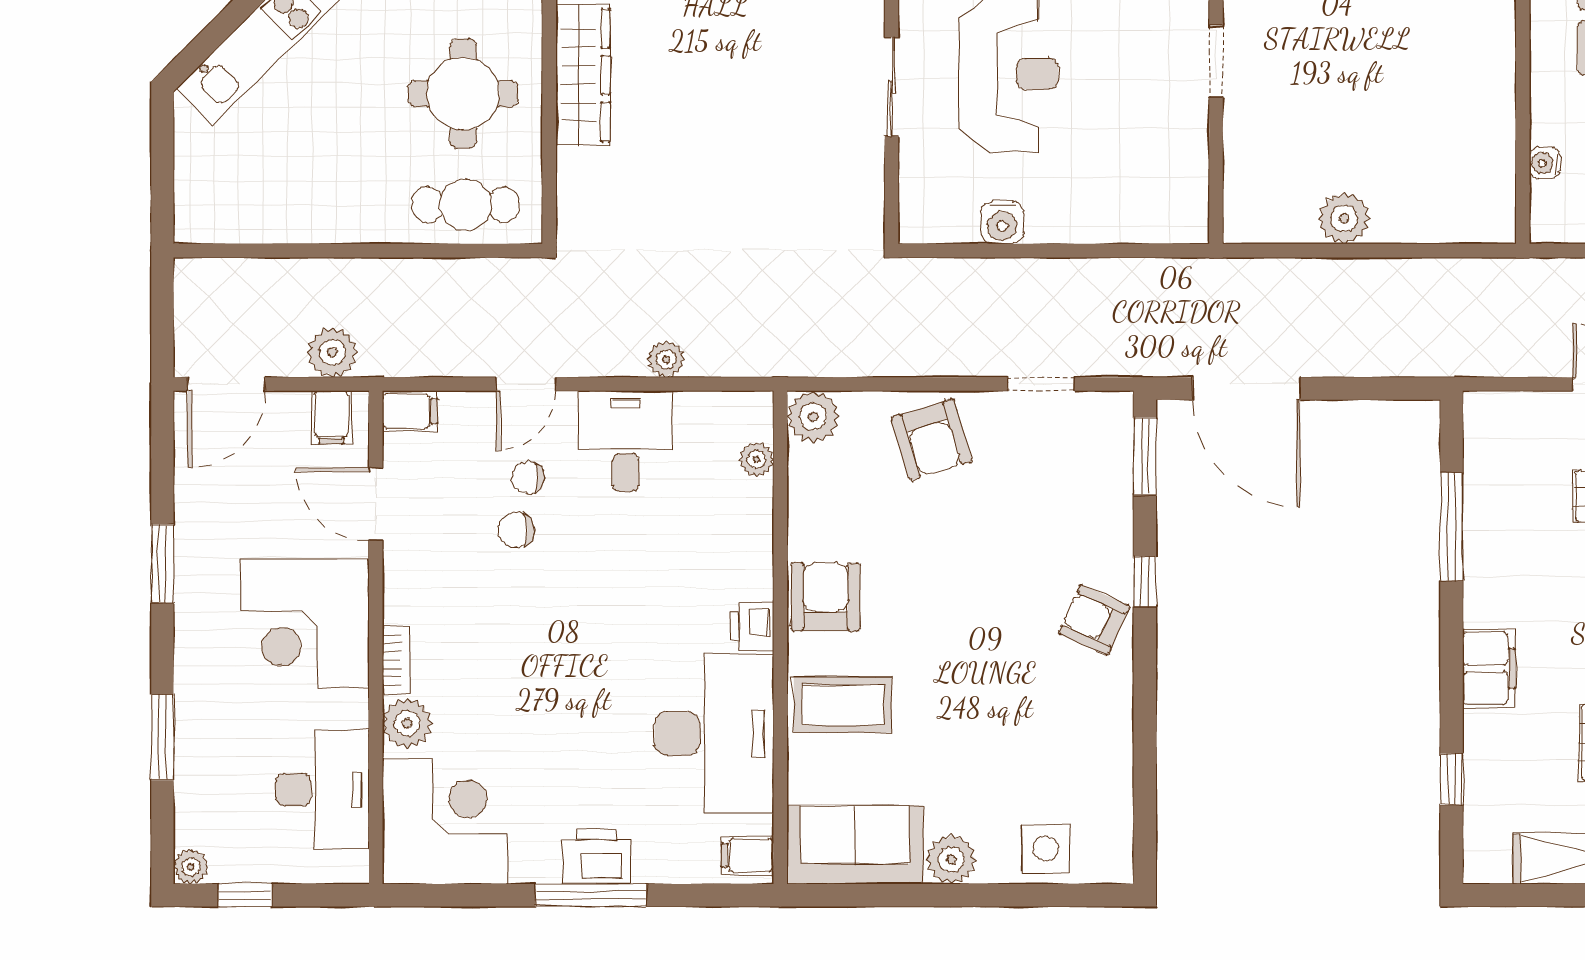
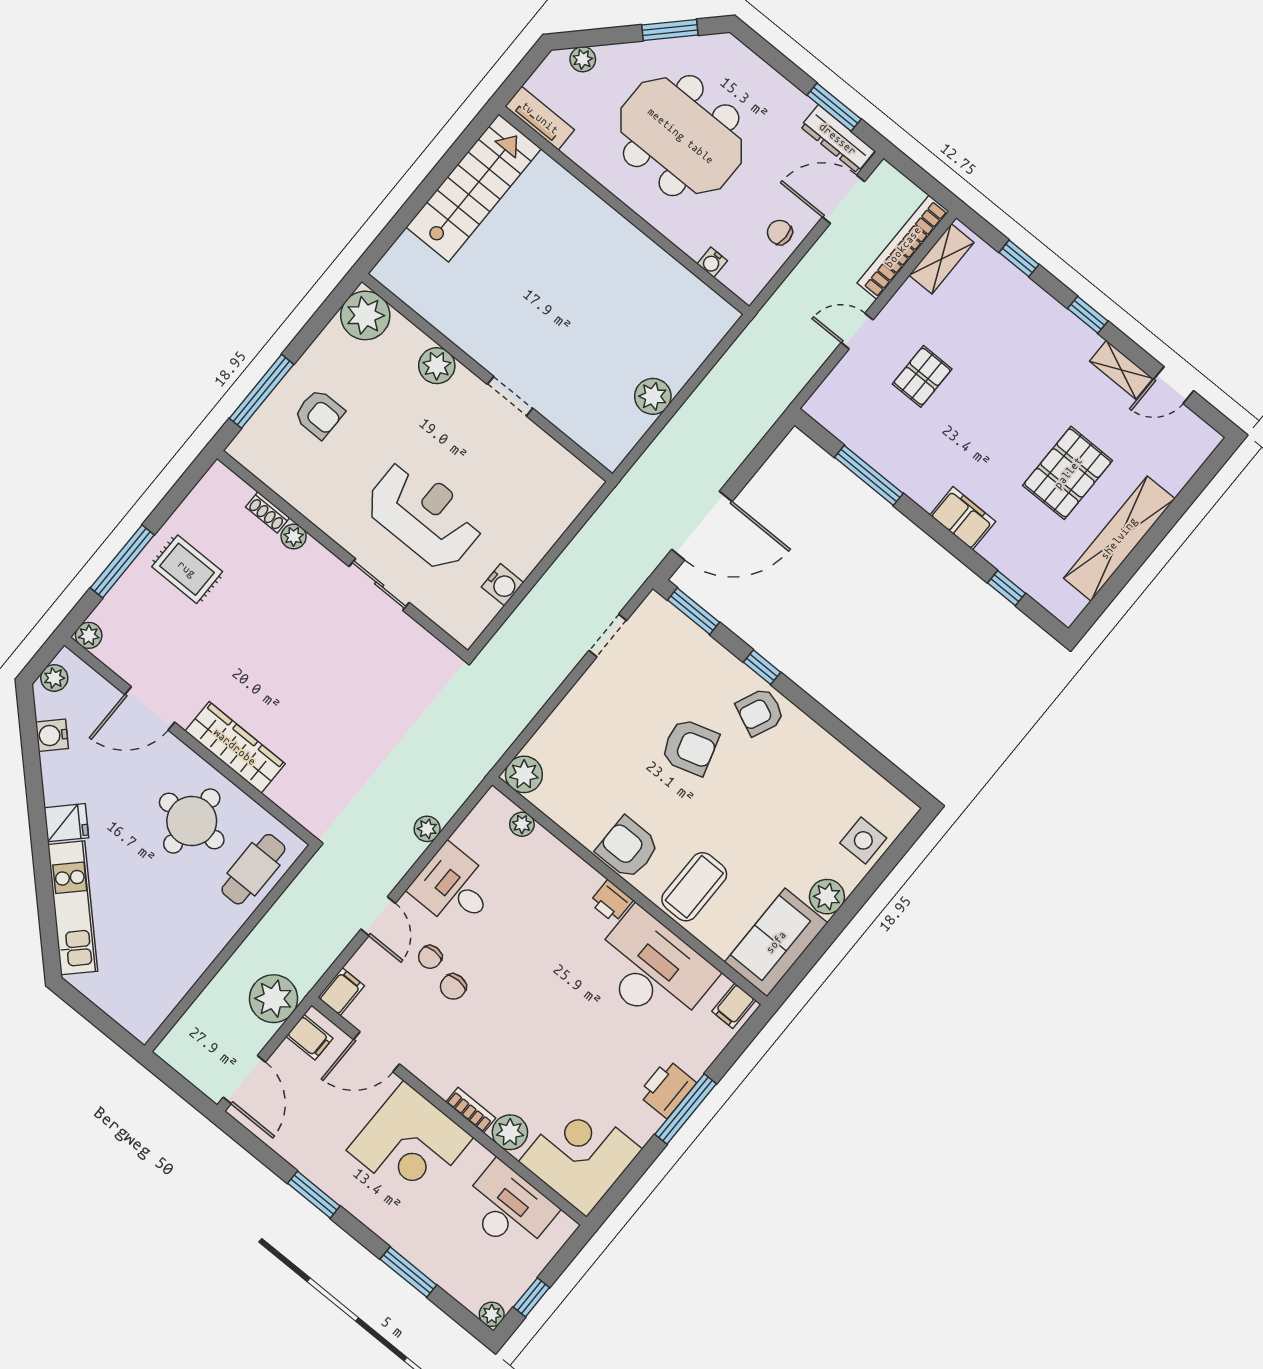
plant: (332, 352) -> (274, 999), width x1.36, depth x1.36
armchair: (932, 439) -> (690, 747), moved

